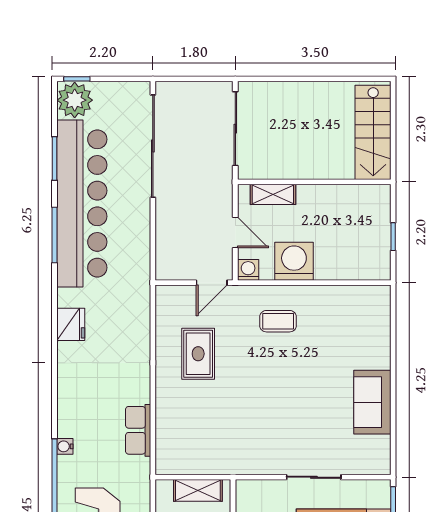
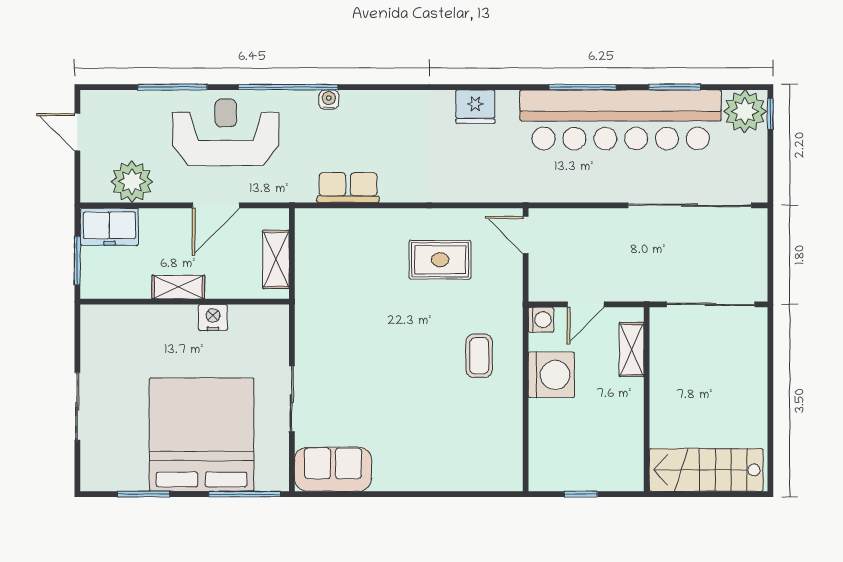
door: (212, 283) -> (526, 235), moved
sofa: (372, 402) -> (333, 469), moved

